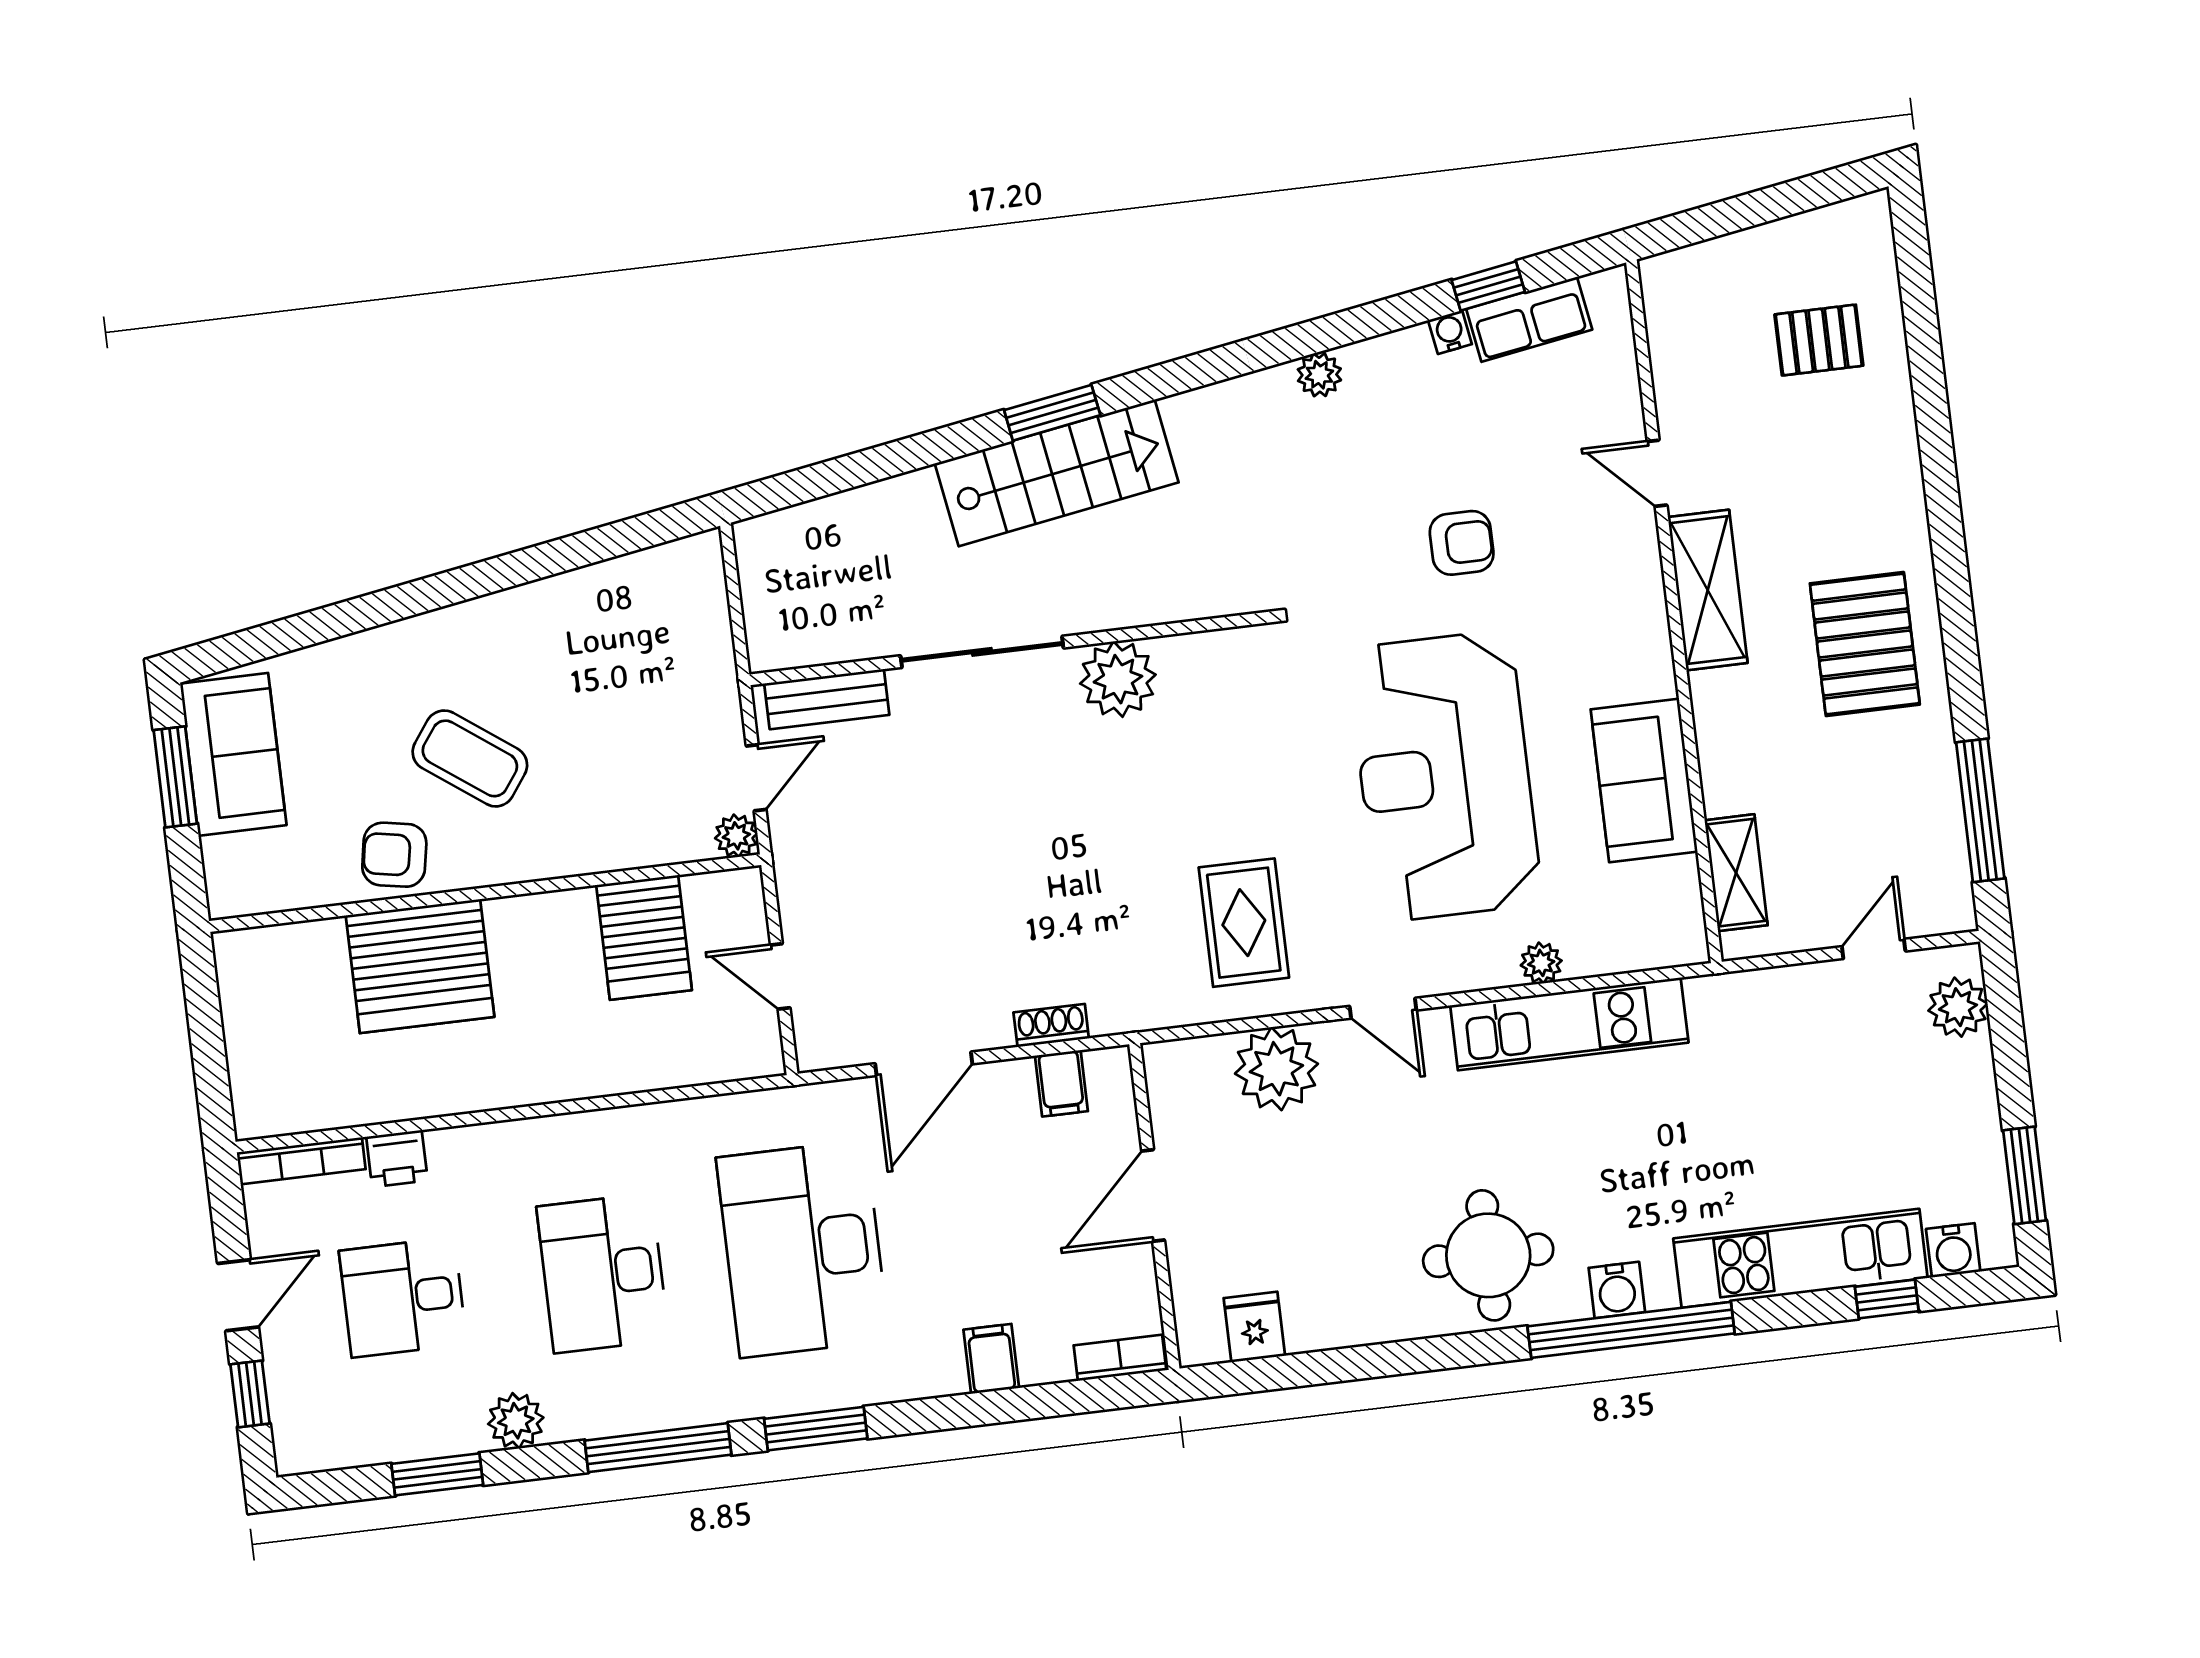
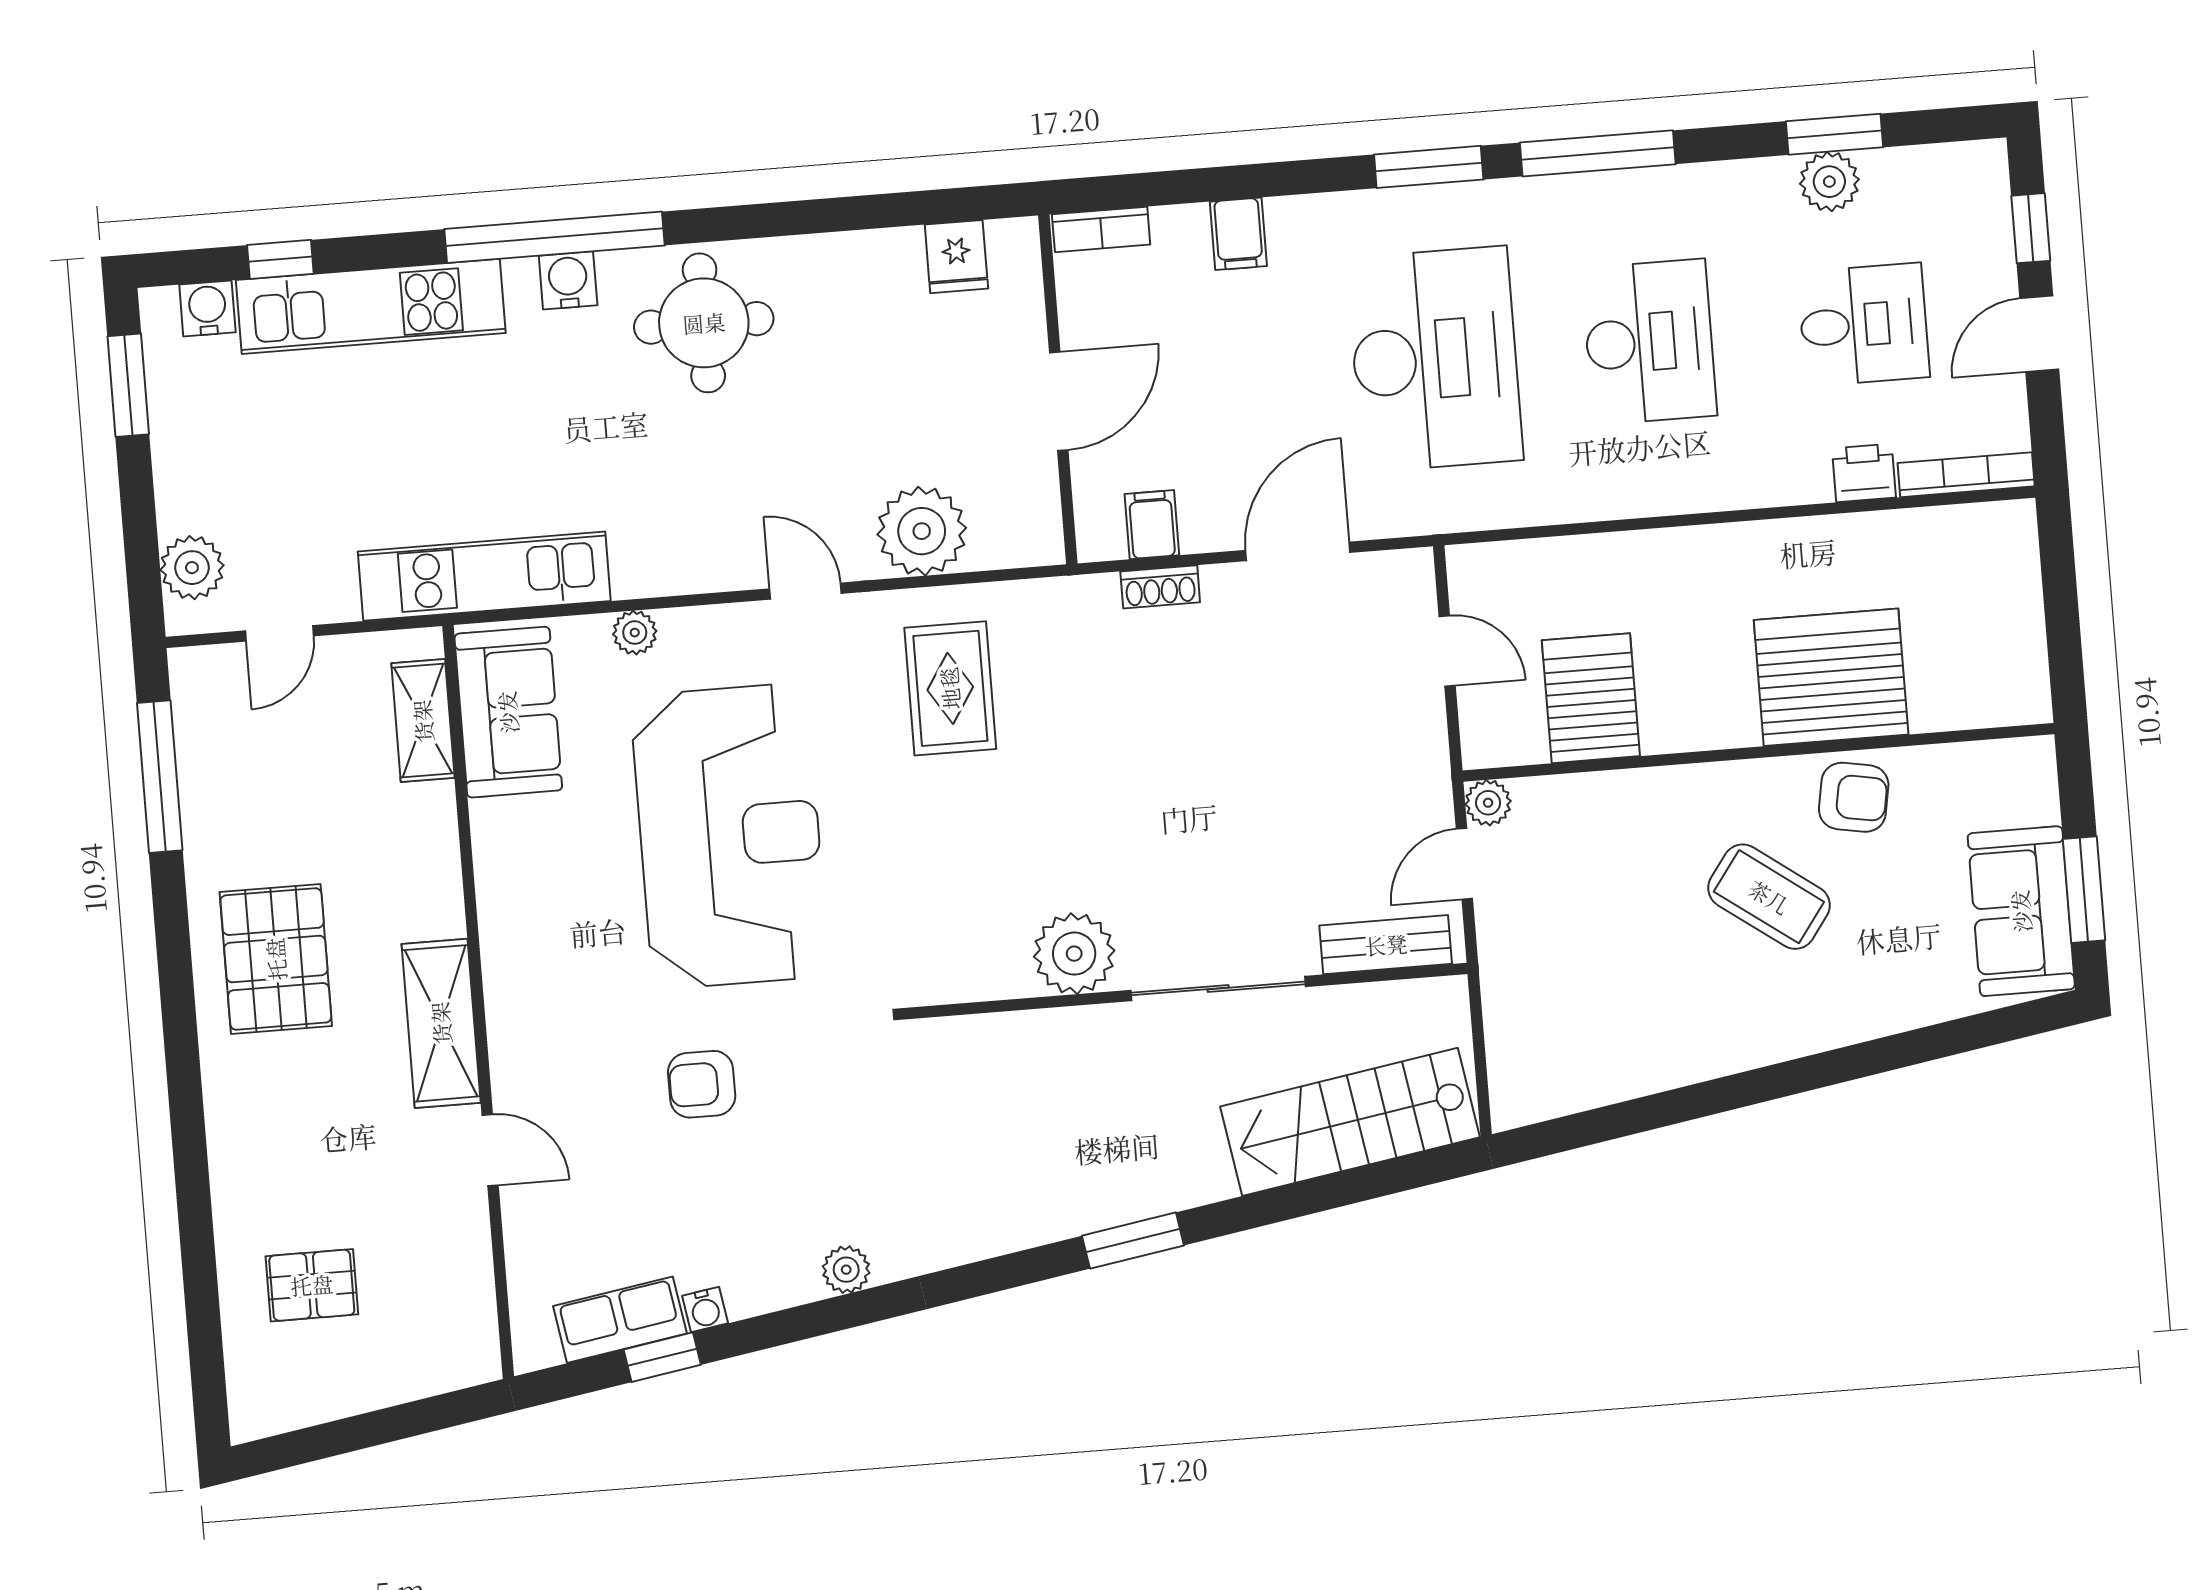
stairs: (1057, 473) -> (1350, 1122), moved
sofa: (1644, 780) -> (508, 712), moved
kitchen unit: (1569, 1024) -> (484, 576), moved
plant: (516, 1421) -> (1829, 182), moved

